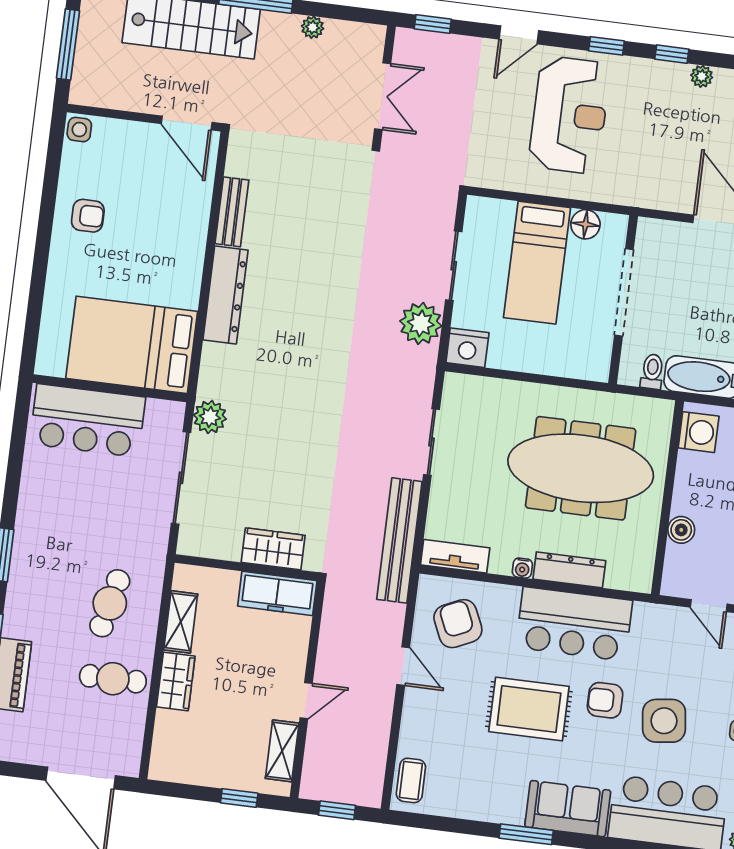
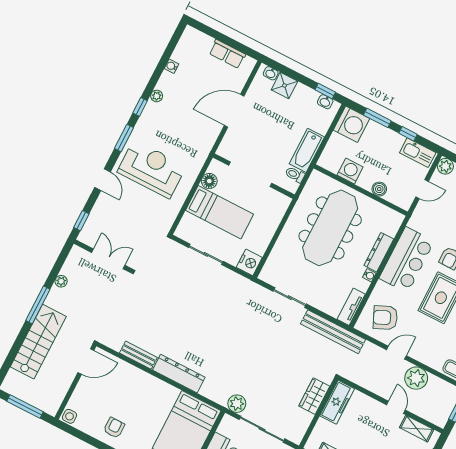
window: (606, 46) -> (124, 138), width x1.50
plant: (421, 323) -> (416, 378), moved
washing machine: (699, 432) -> (350, 171), moved

